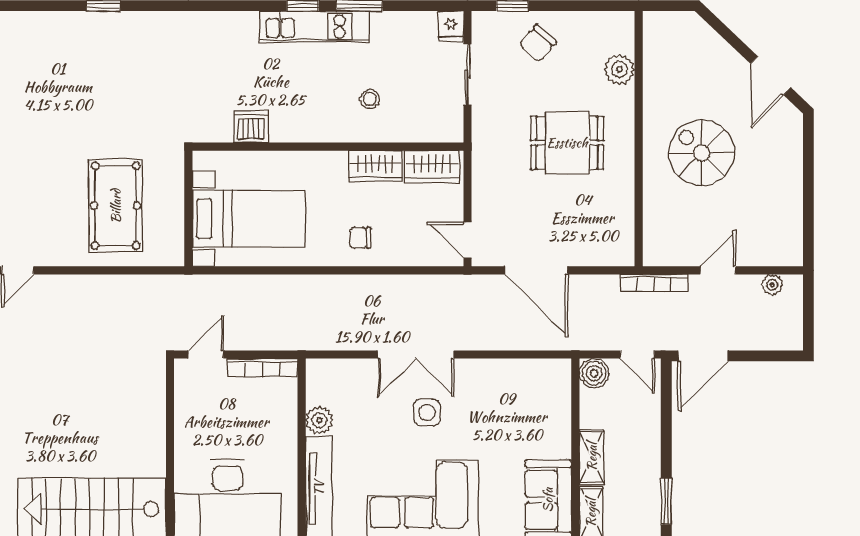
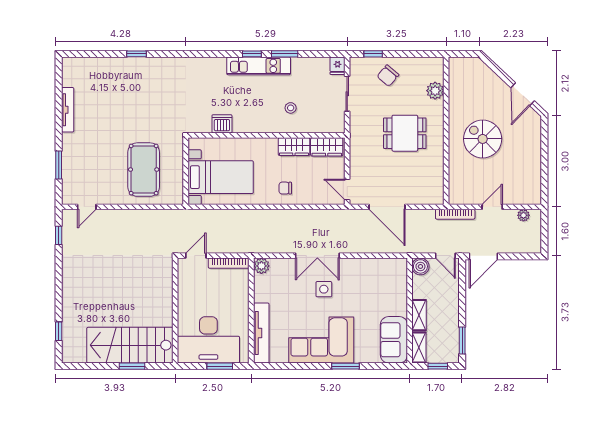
plant: (319, 420) -> (261, 266), moved

